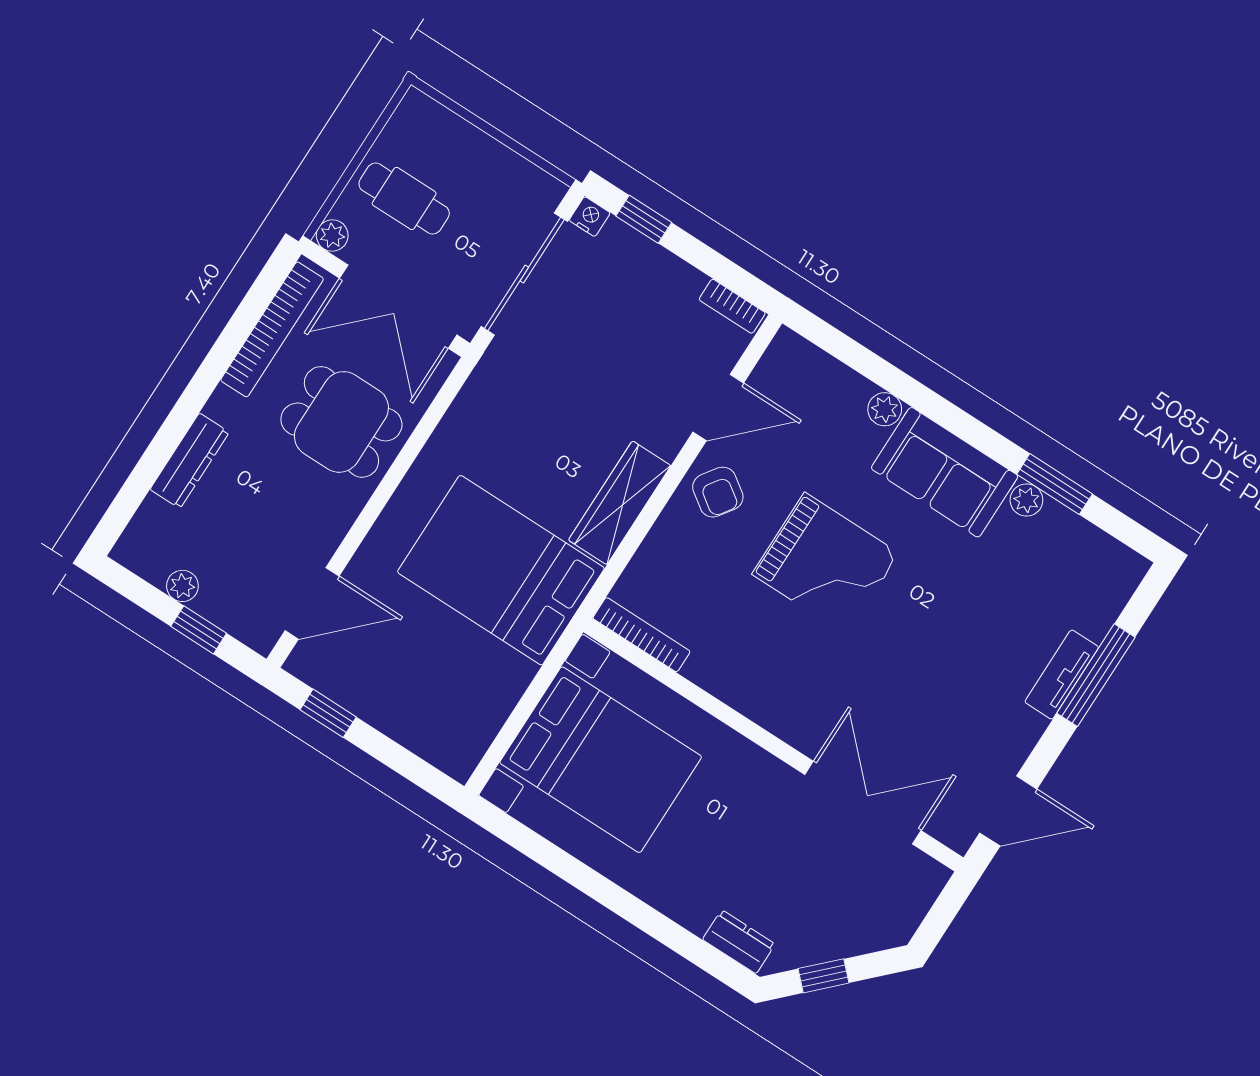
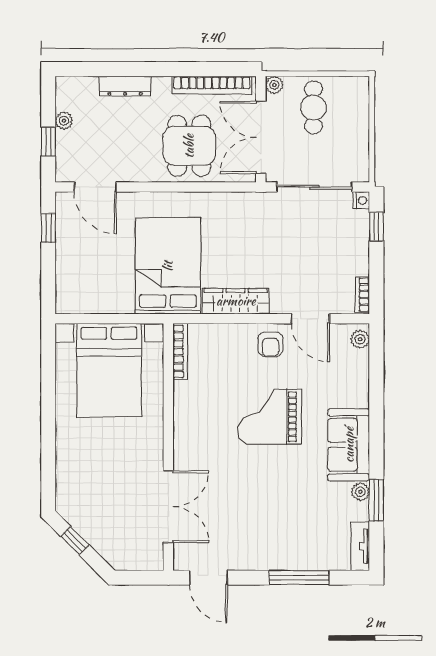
plant: (885, 409) -> (360, 339), moved
armchair: (718, 492) -> (271, 344), turned -35
grand piano: (826, 564) -> (269, 417), turned 90
tv unit: (1062, 675) -> (360, 546), moved, turned -90
dresser: (739, 942) -> (65, 490), removed

